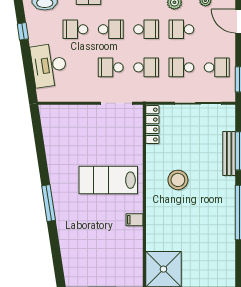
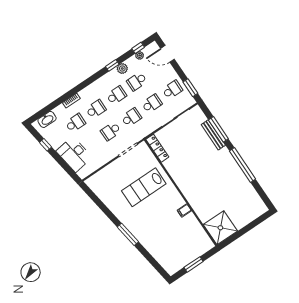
school desk: (75, 29) -> (75, 123), turned 180
school desk: (181, 67) -> (152, 104), turned 180
lab bench: (108, 180) -> (144, 187), moved
stool: (178, 180) -> (194, 170), removed

